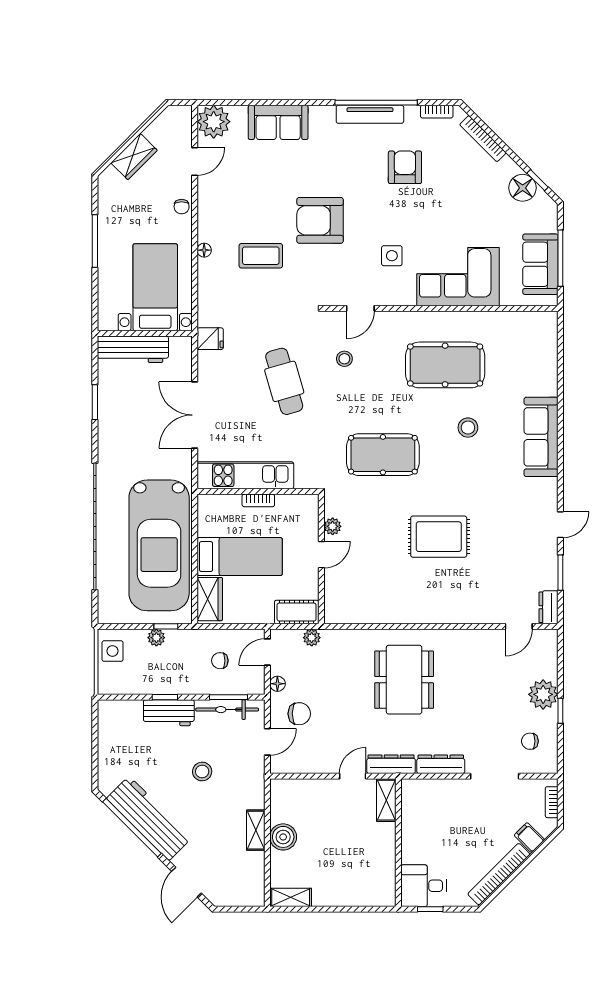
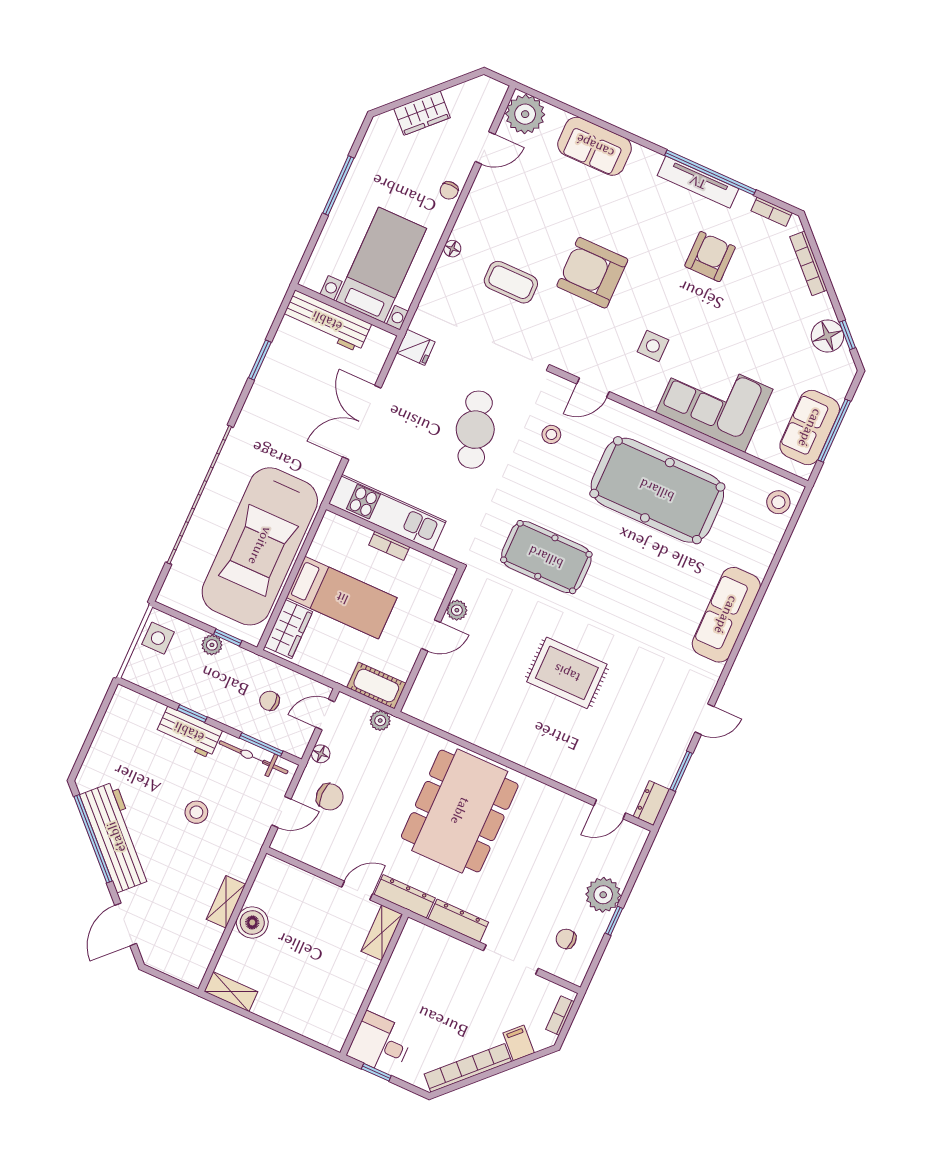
pool table: (445, 365) -> (657, 490), width x1.36, depth x1.32
stool: (468, 428) -> (778, 502), moved
dining table: (404, 680) -> (460, 811), width x1.36, depth x1.24

